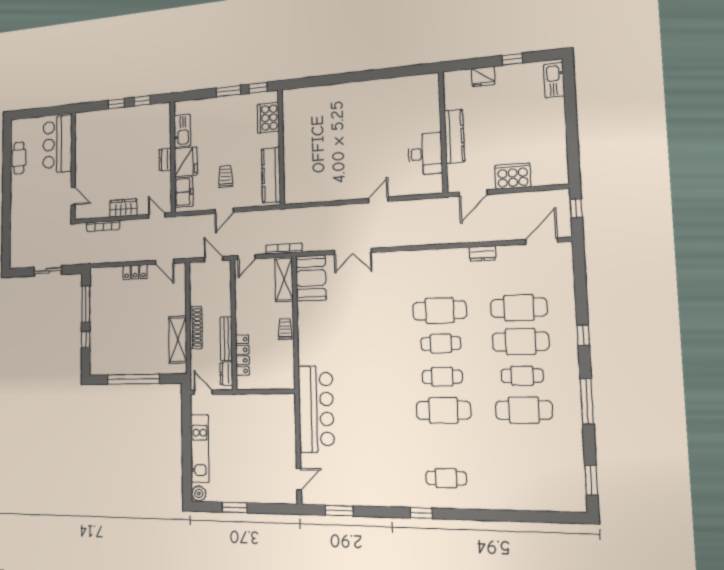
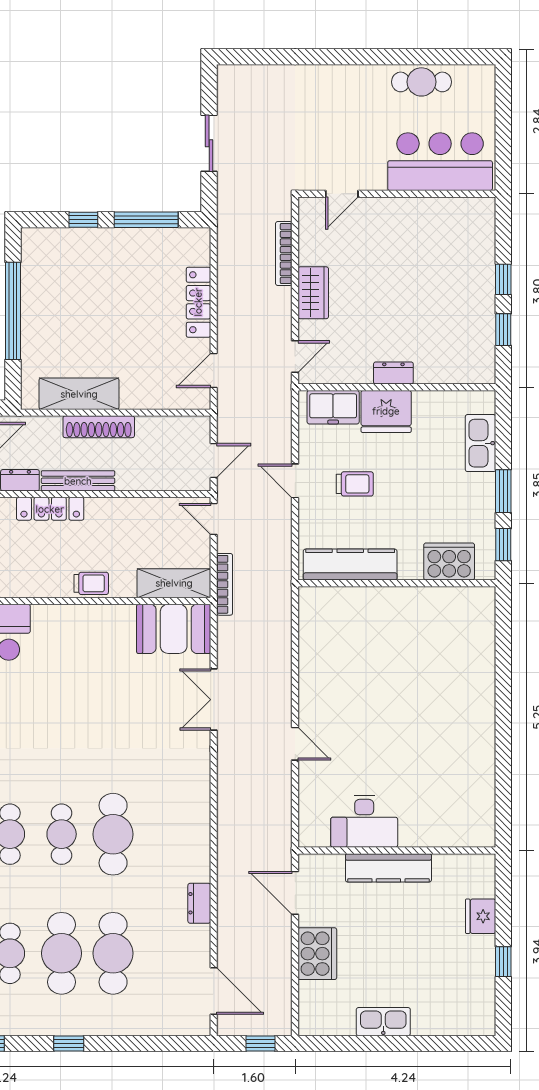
kitchen sink: (554, 80) -> (383, 1022), moved
kitchen sink: (182, 131) -> (481, 443), moved, turned 90
locker: (135, 272) -> (198, 302), width x1.53

